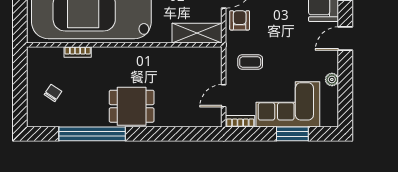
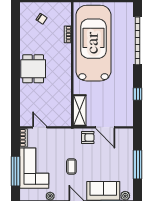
coffee table: (250, 62) -> (71, 166), moved
window: (92, 134) -> (16, 44), removed
window: (292, 134) -> (16, 171), width x1.44

